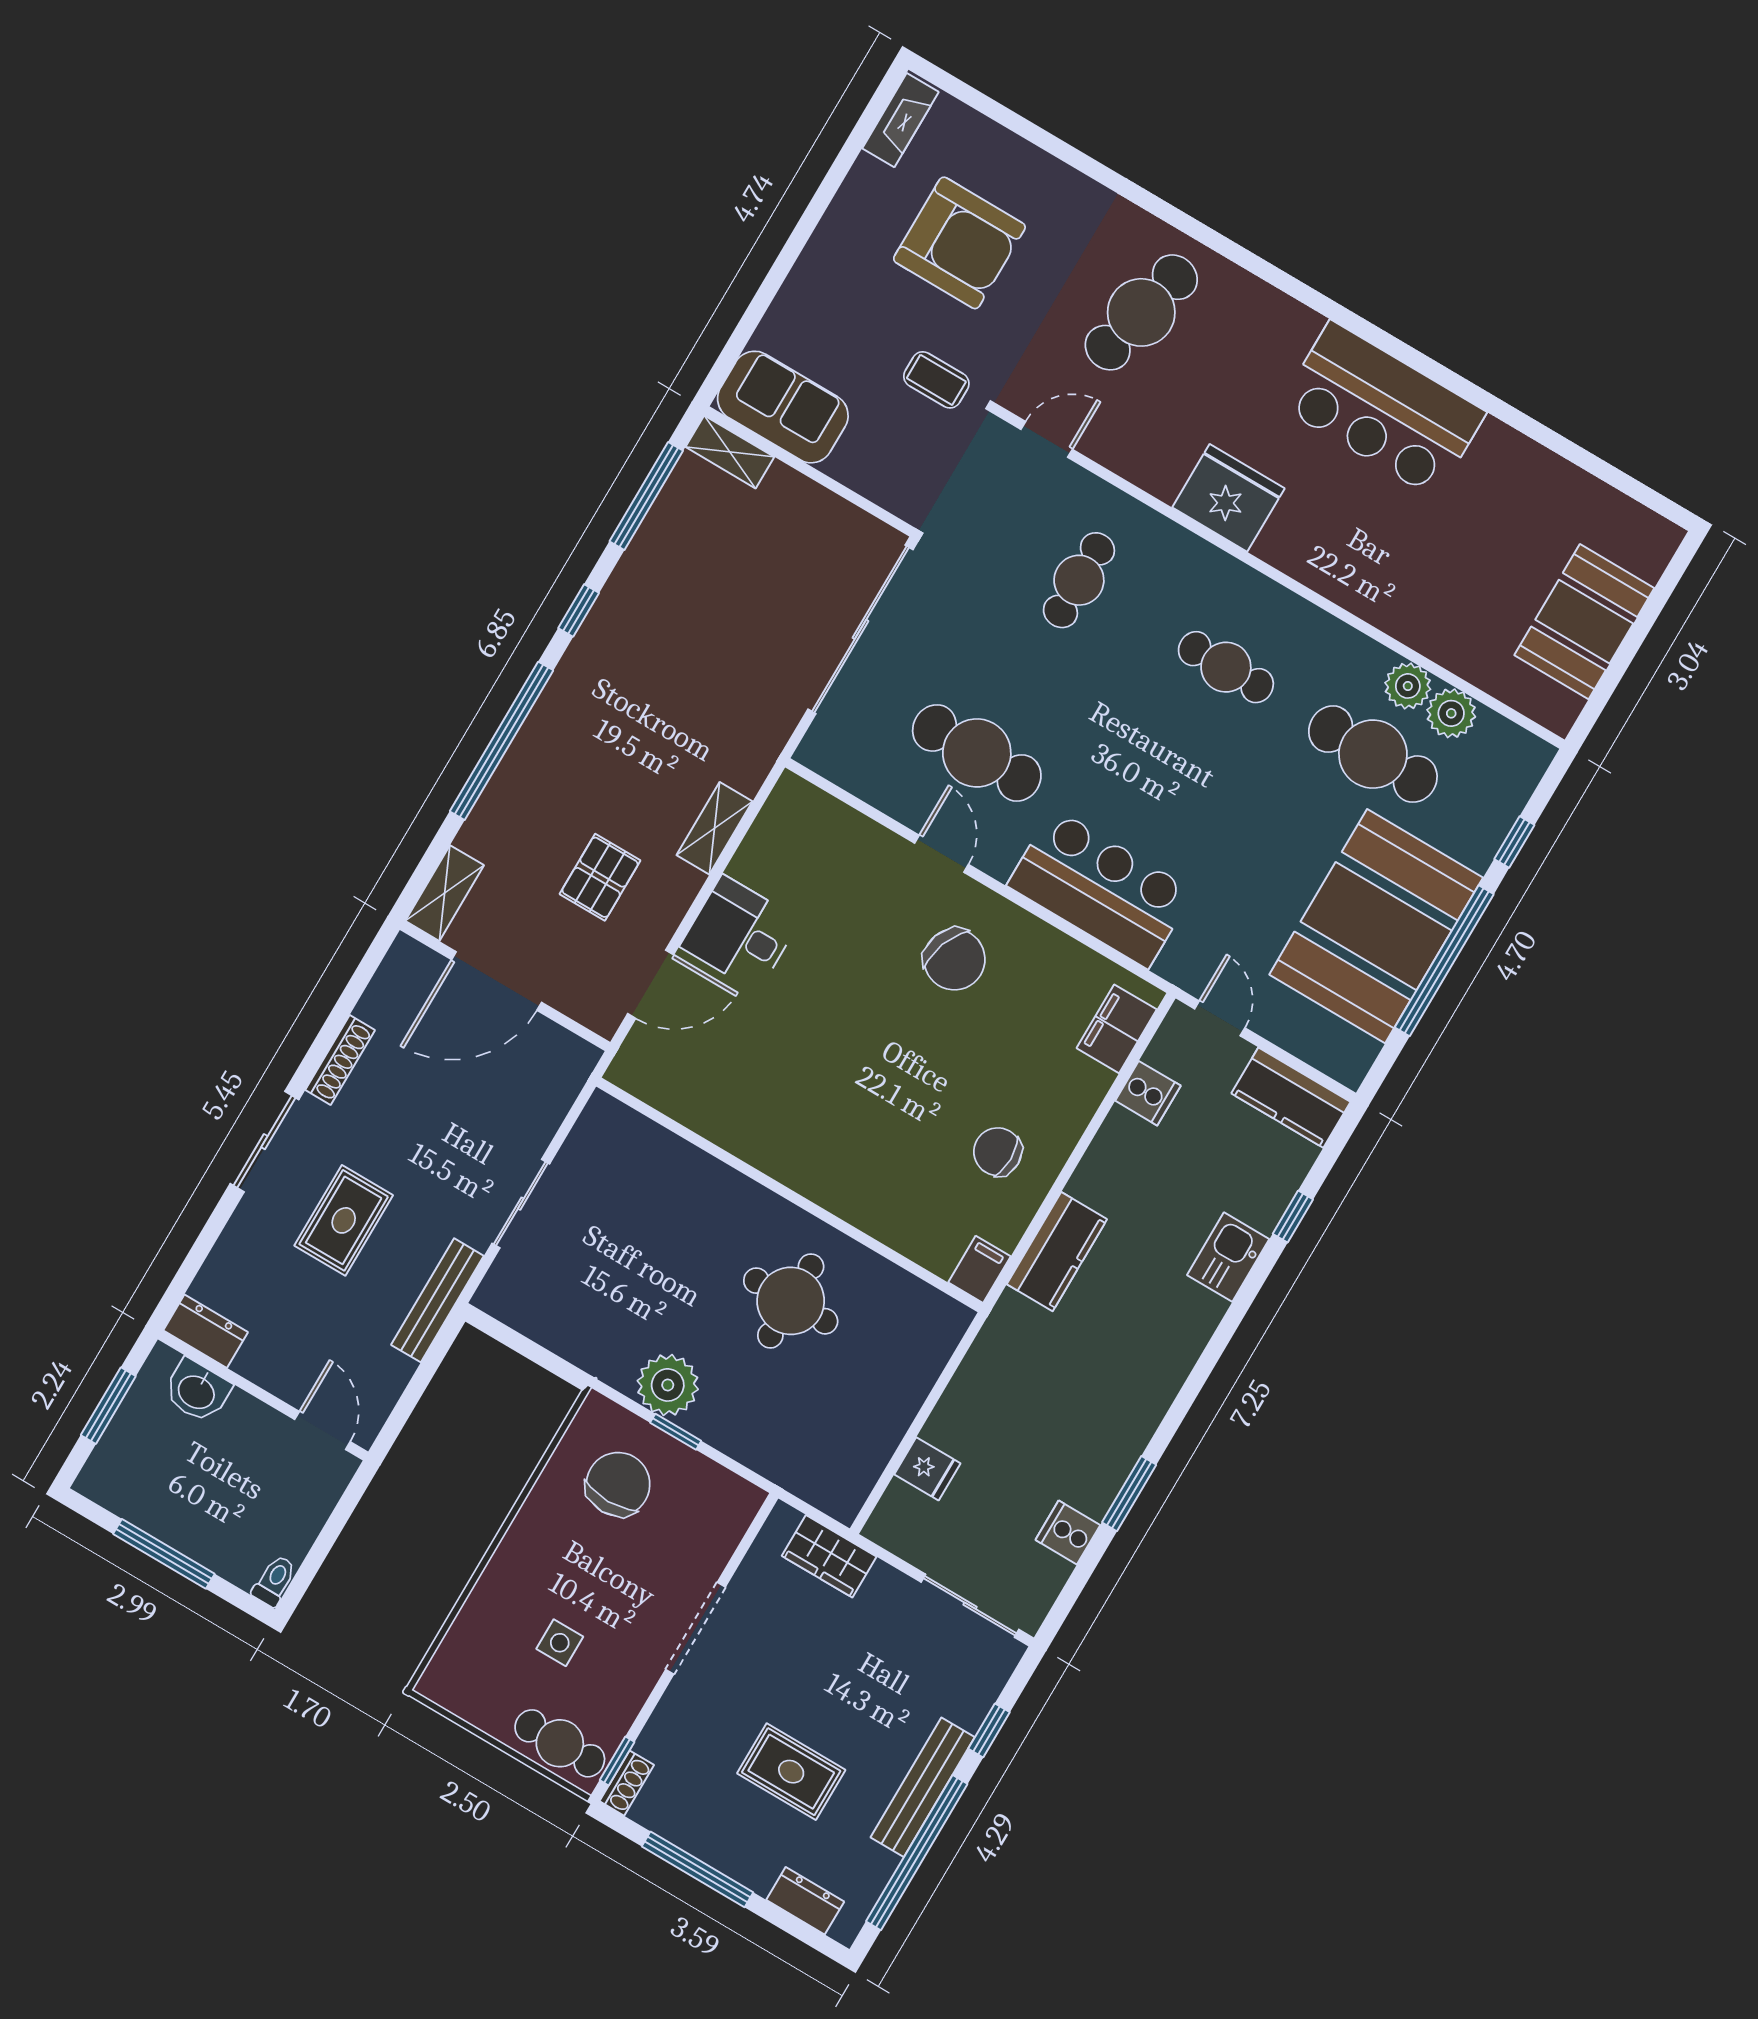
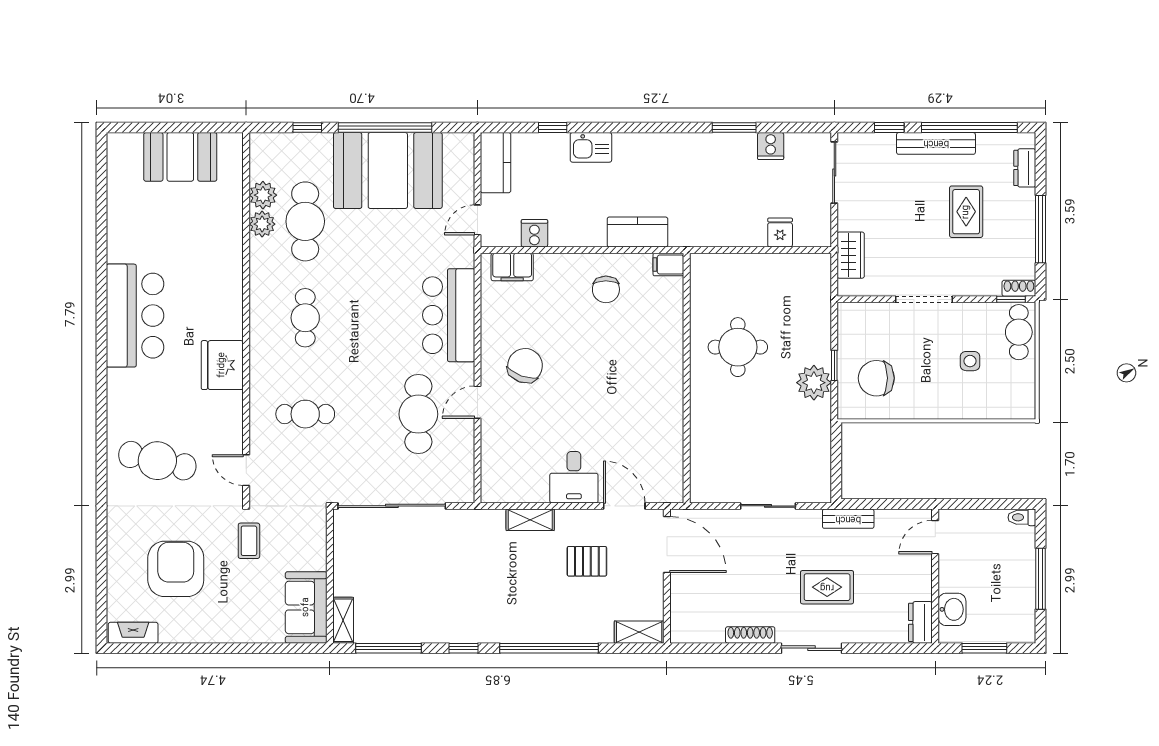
door: (497, 981) -> (667, 545), moved
bench: (437, 1300) -> (848, 519), width x0.73

